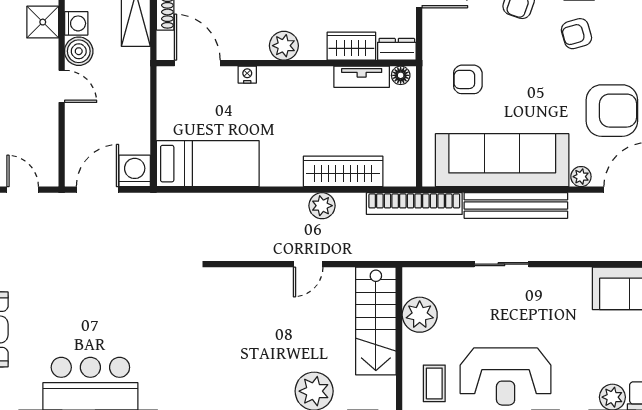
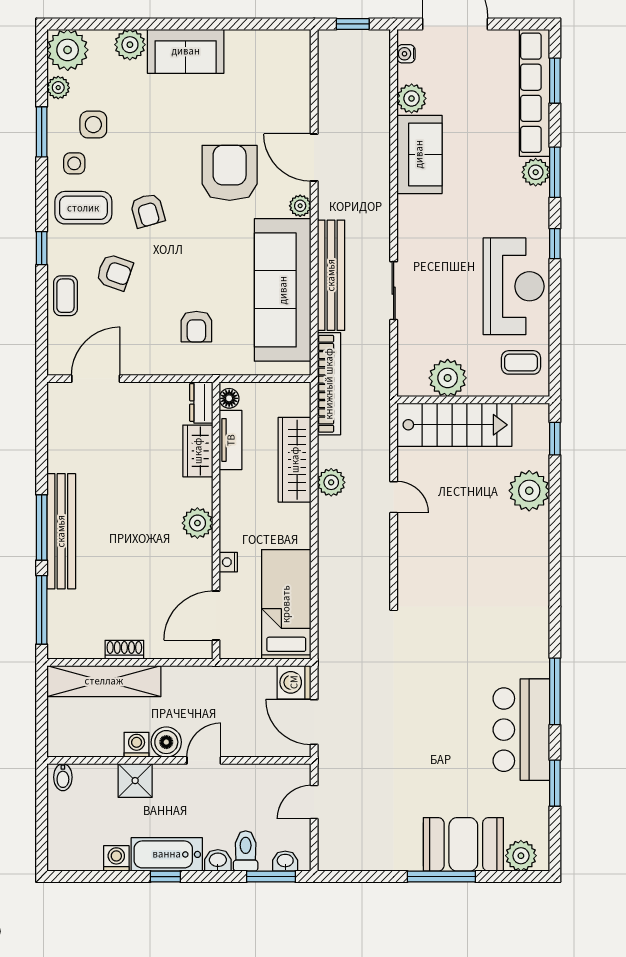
plant: (284, 46) -> (197, 523), moved
wardrobe: (351, 46) -> (198, 451), moved
dresser: (397, 49) -> (201, 402), moved
door: (197, 63) -> (216, 616), moved
wall: (286, 63) -> (216, 521), moved
nightstand: (247, 75) -> (228, 562), moved
floor lamp: (401, 75) -> (229, 398), moved
tv unit: (362, 77) -> (231, 440), moved

